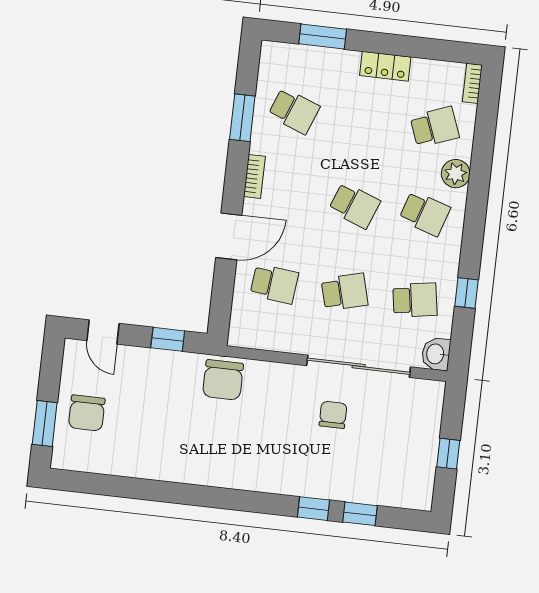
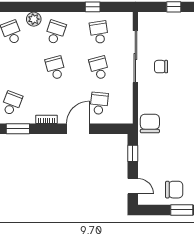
school desk: (354, 205) -> (55, 68), turned -36
door: (229, 236) -> (78, 129), hinge flipped
door: (103, 332) -> (133, 186), hinge flipped
washbasin: (436, 354) -> (125, 19), removed
chair: (223, 380) -> (150, 123), turned -90

